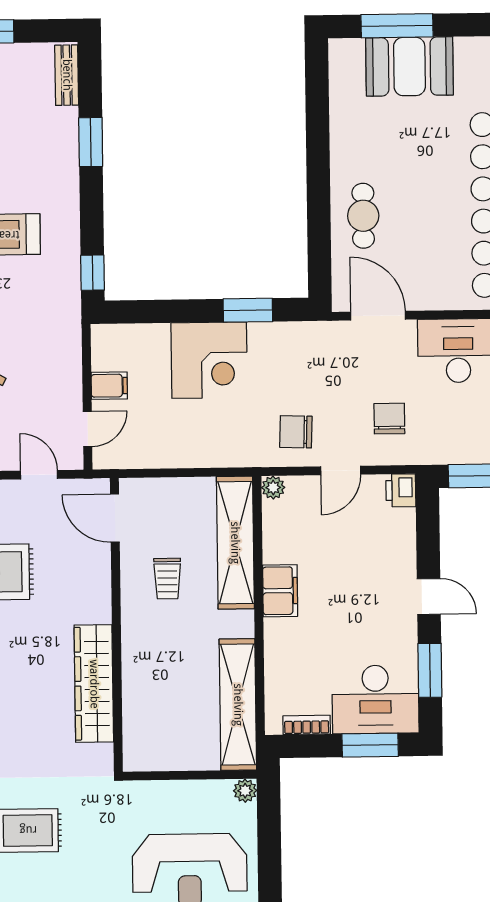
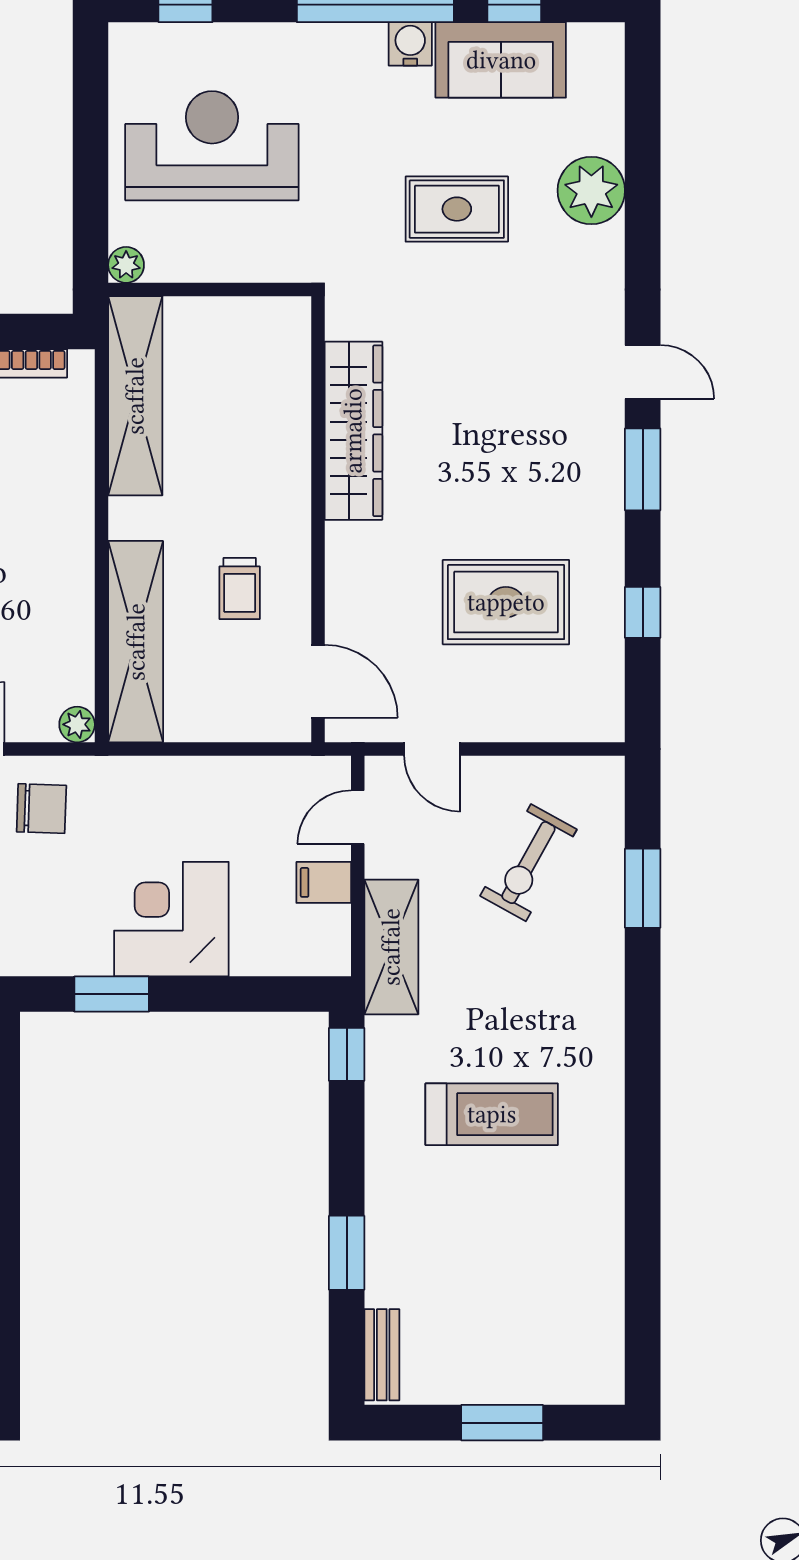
shelving: (64, 344) -> (391, 947), added
trolley: (167, 579) -> (240, 588), turned 180
filing cabinet: (280, 591) -> (69, 568), removed

